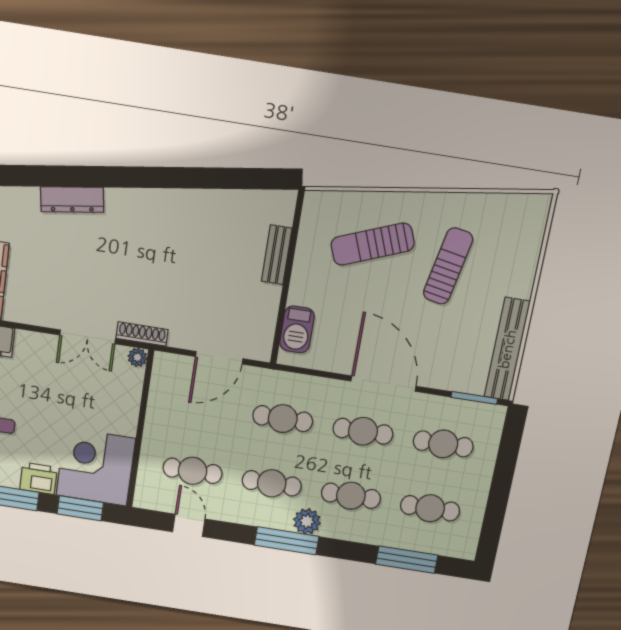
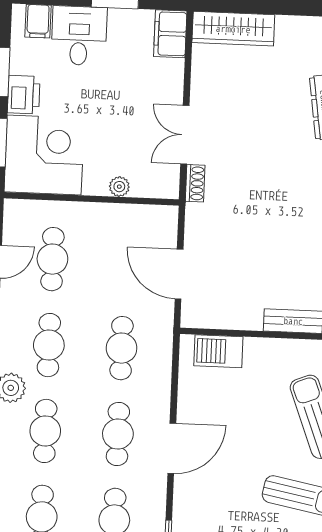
shoe rack: (142, 334) -> (195, 183), width x0.70
plant: (137, 357) -> (119, 187), moved
door: (383, 384) -> (172, 448), width x0.73

